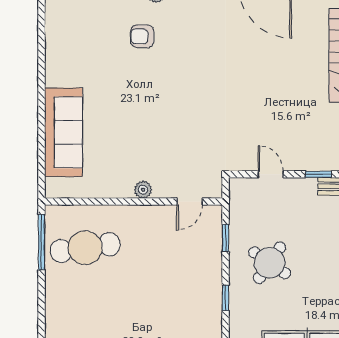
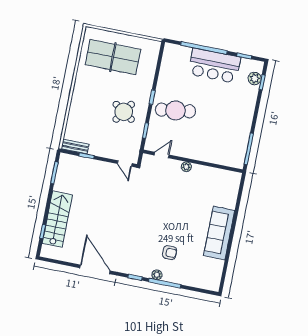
sofa: (63, 132) -> (219, 233), moved
door: (271, 174) -> (125, 163), moved
cafe table: (85, 248) -> (175, 110), moved

